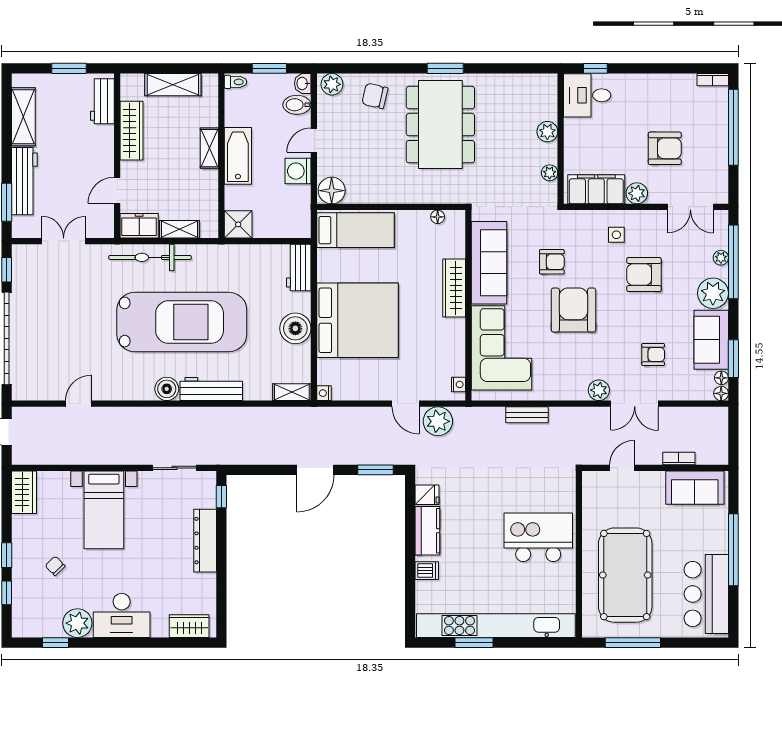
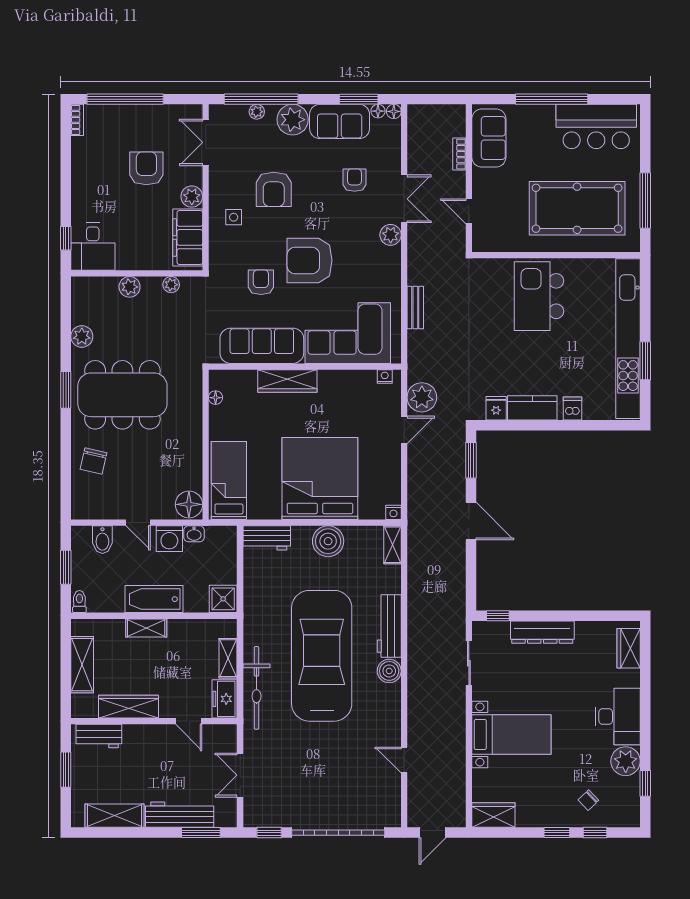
washbasin: (303, 83) -> (194, 534), moved
plant: (332, 84) -> (82, 336), moved
double door: (690, 207) -> (206, 142), swing flipped
chair: (55, 566) -> (588, 800), moved

